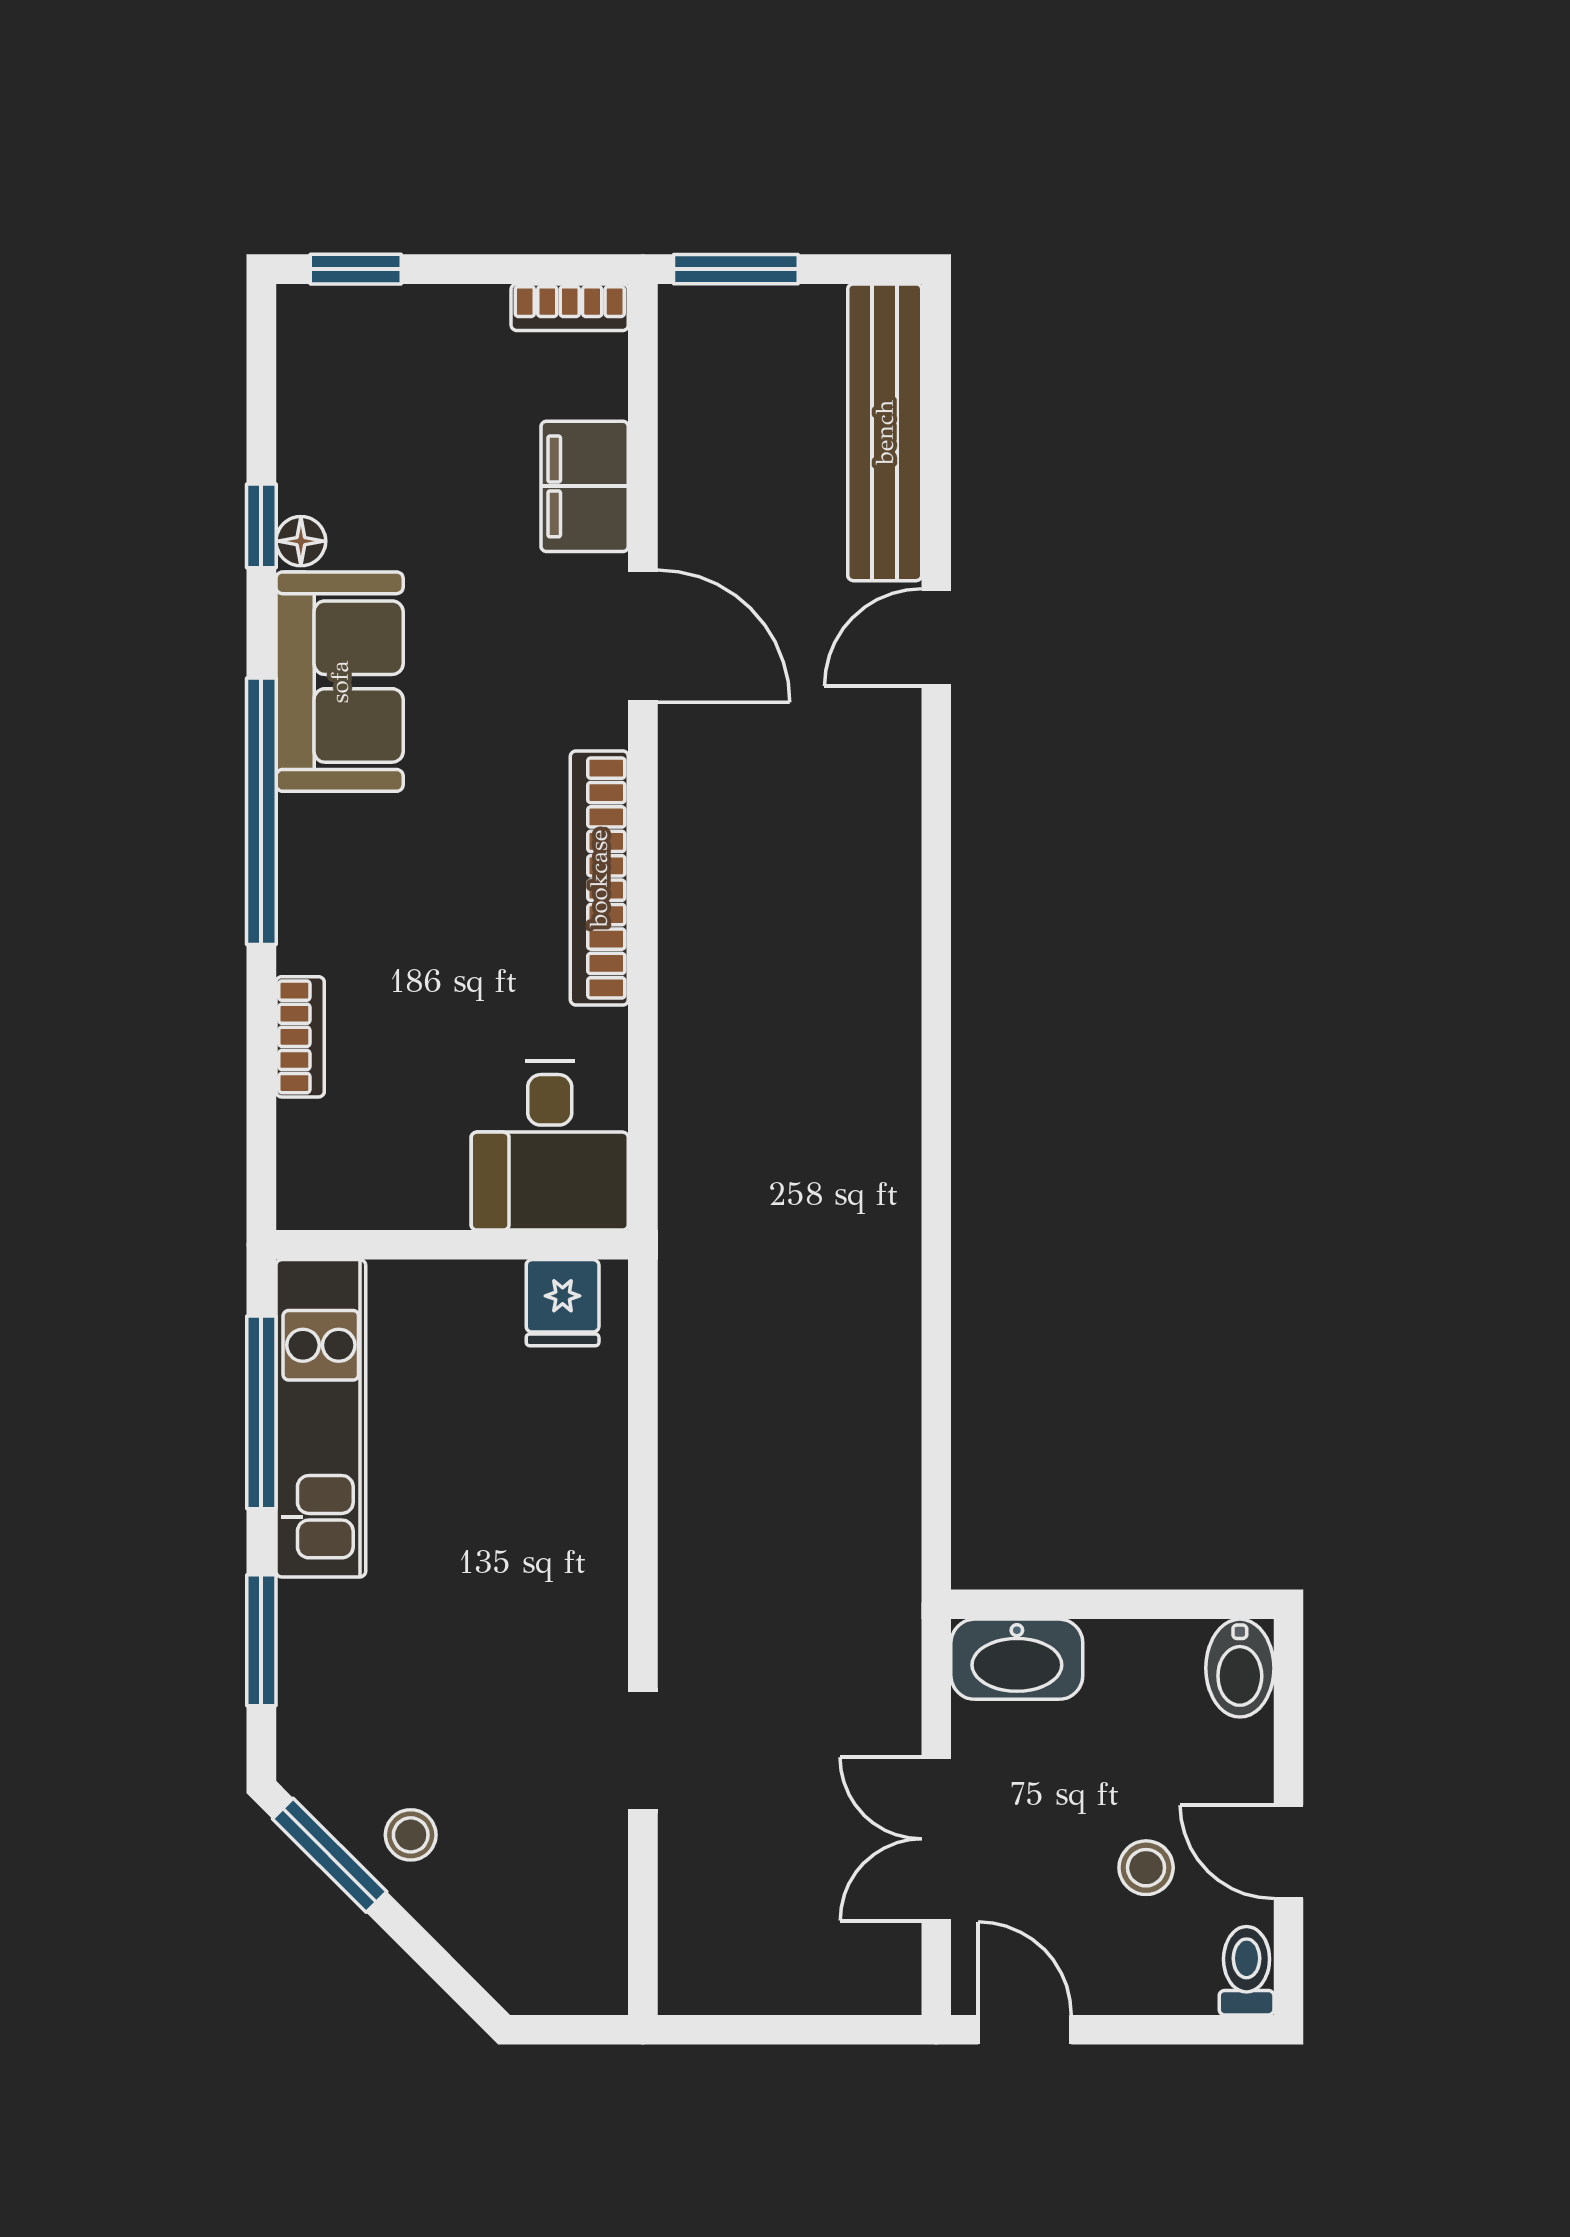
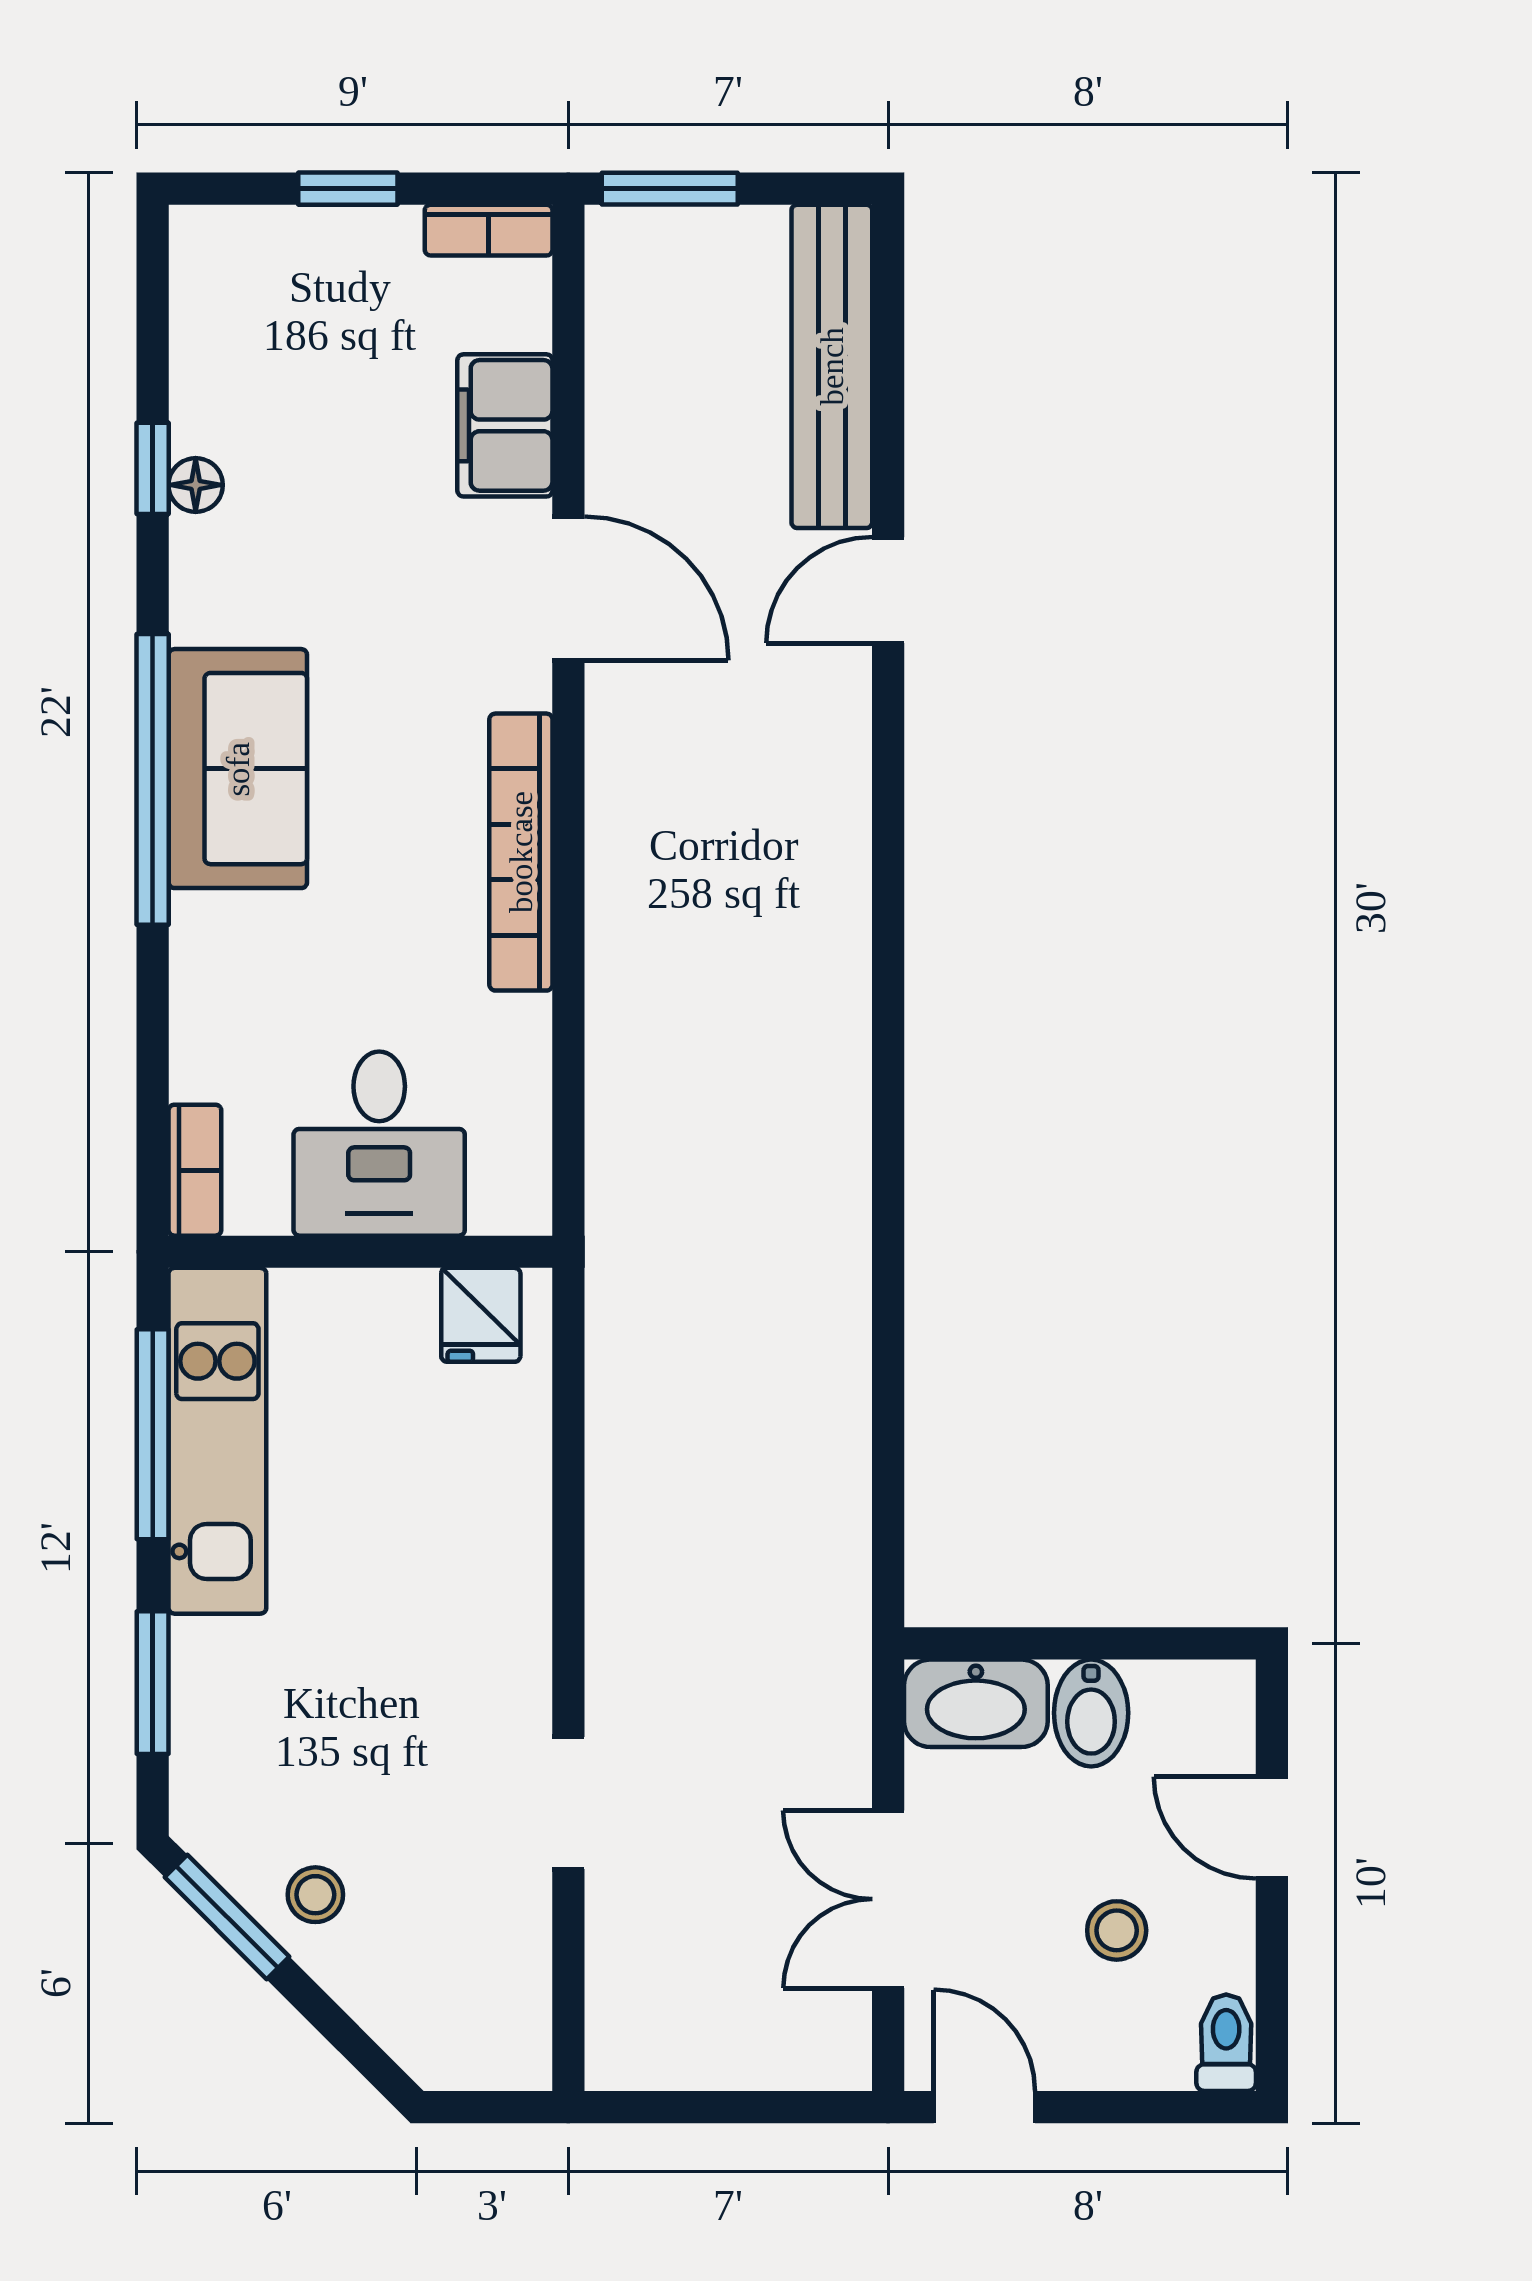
window: (356, 269) -> (348, 189), moved
sofa: (340, 682) -> (238, 769), moved
bookcase: (300, 1037) -> (195, 1170), moved
desk: (550, 1146) -> (379, 1144), moved
bidet: (1240, 1668) -> (1091, 1713), moved
door: (1288, 1852) -> (1272, 1828), moved

